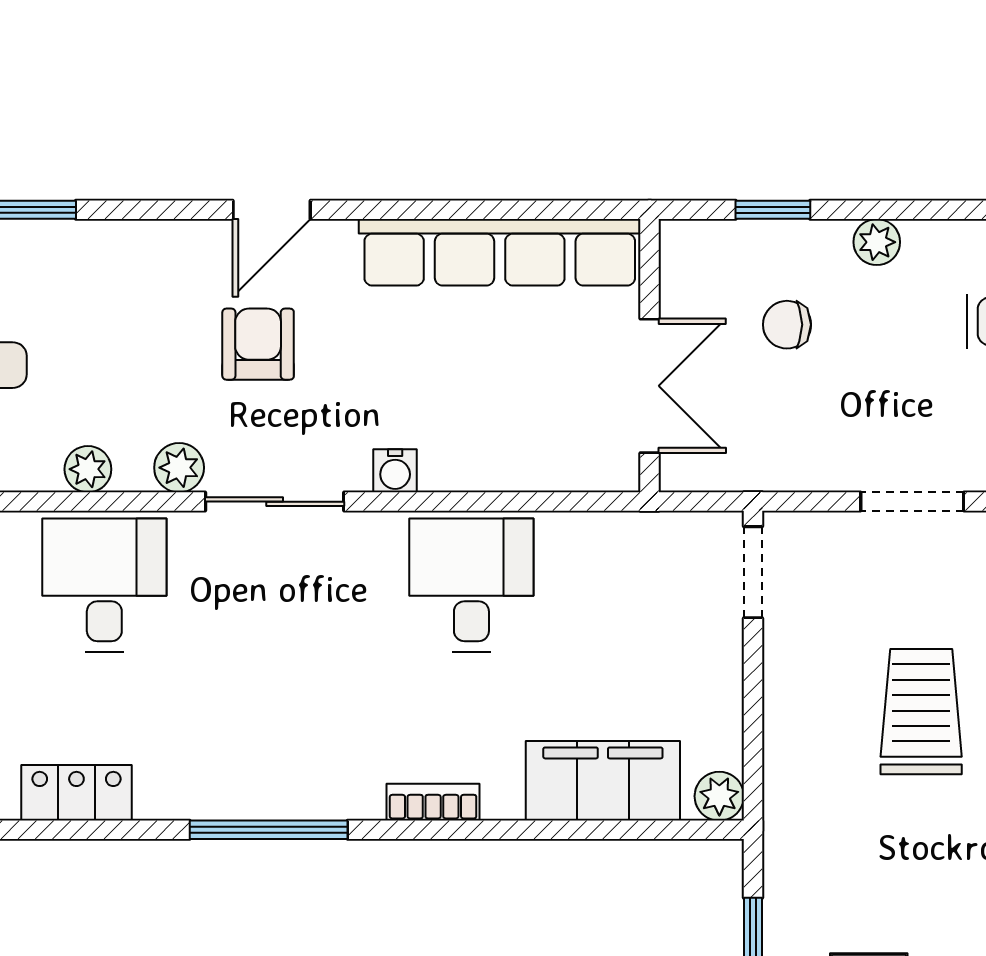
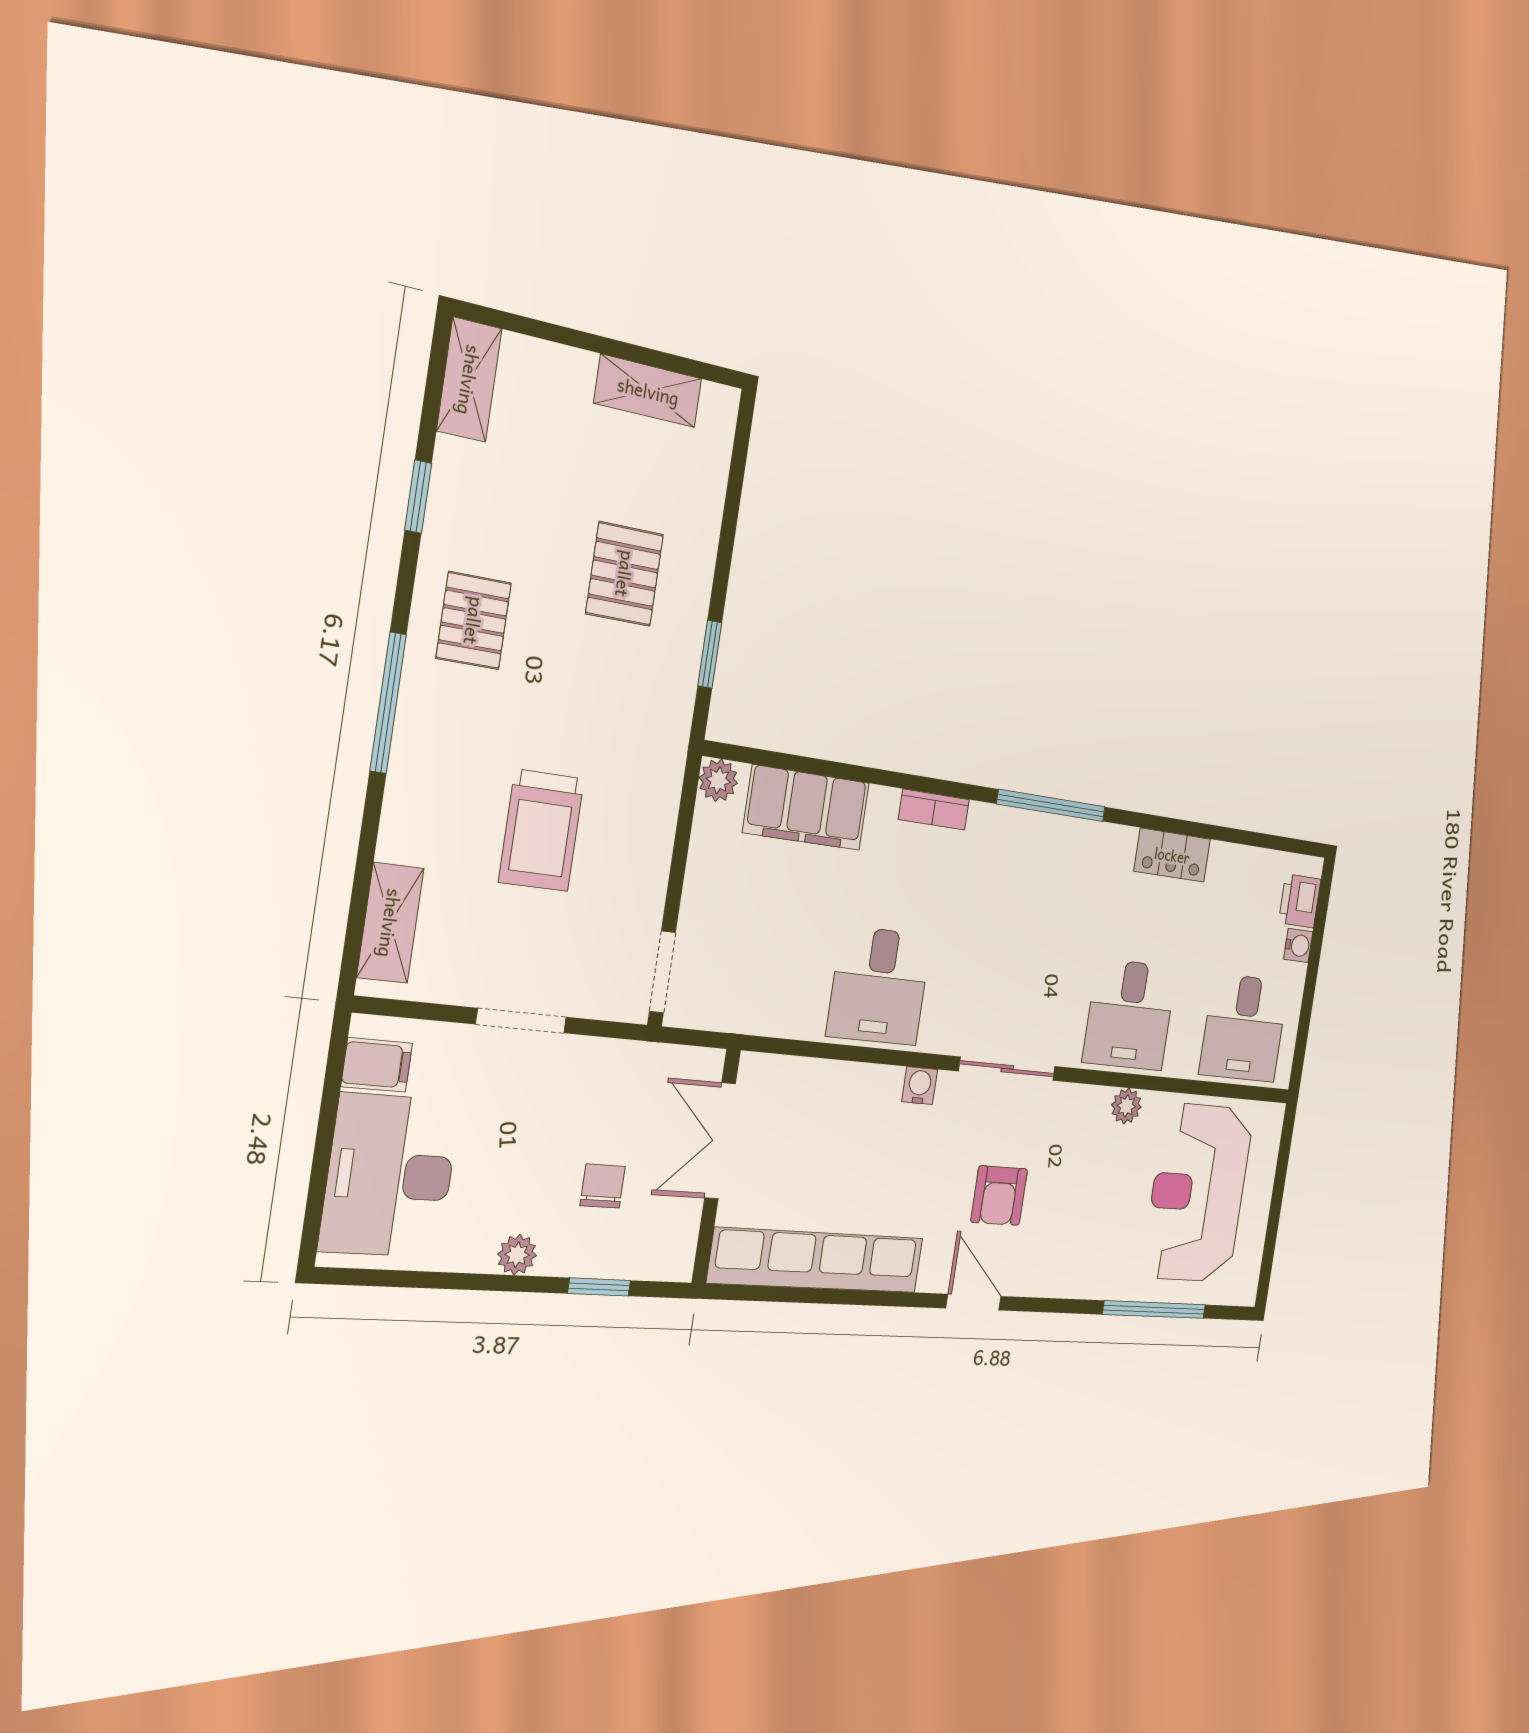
door: (272, 210) -> (974, 1302), hinge flipped
chair: (787, 325) -> (603, 1186), turned -90
plant: (179, 468) -> (1067, 1102), removed

